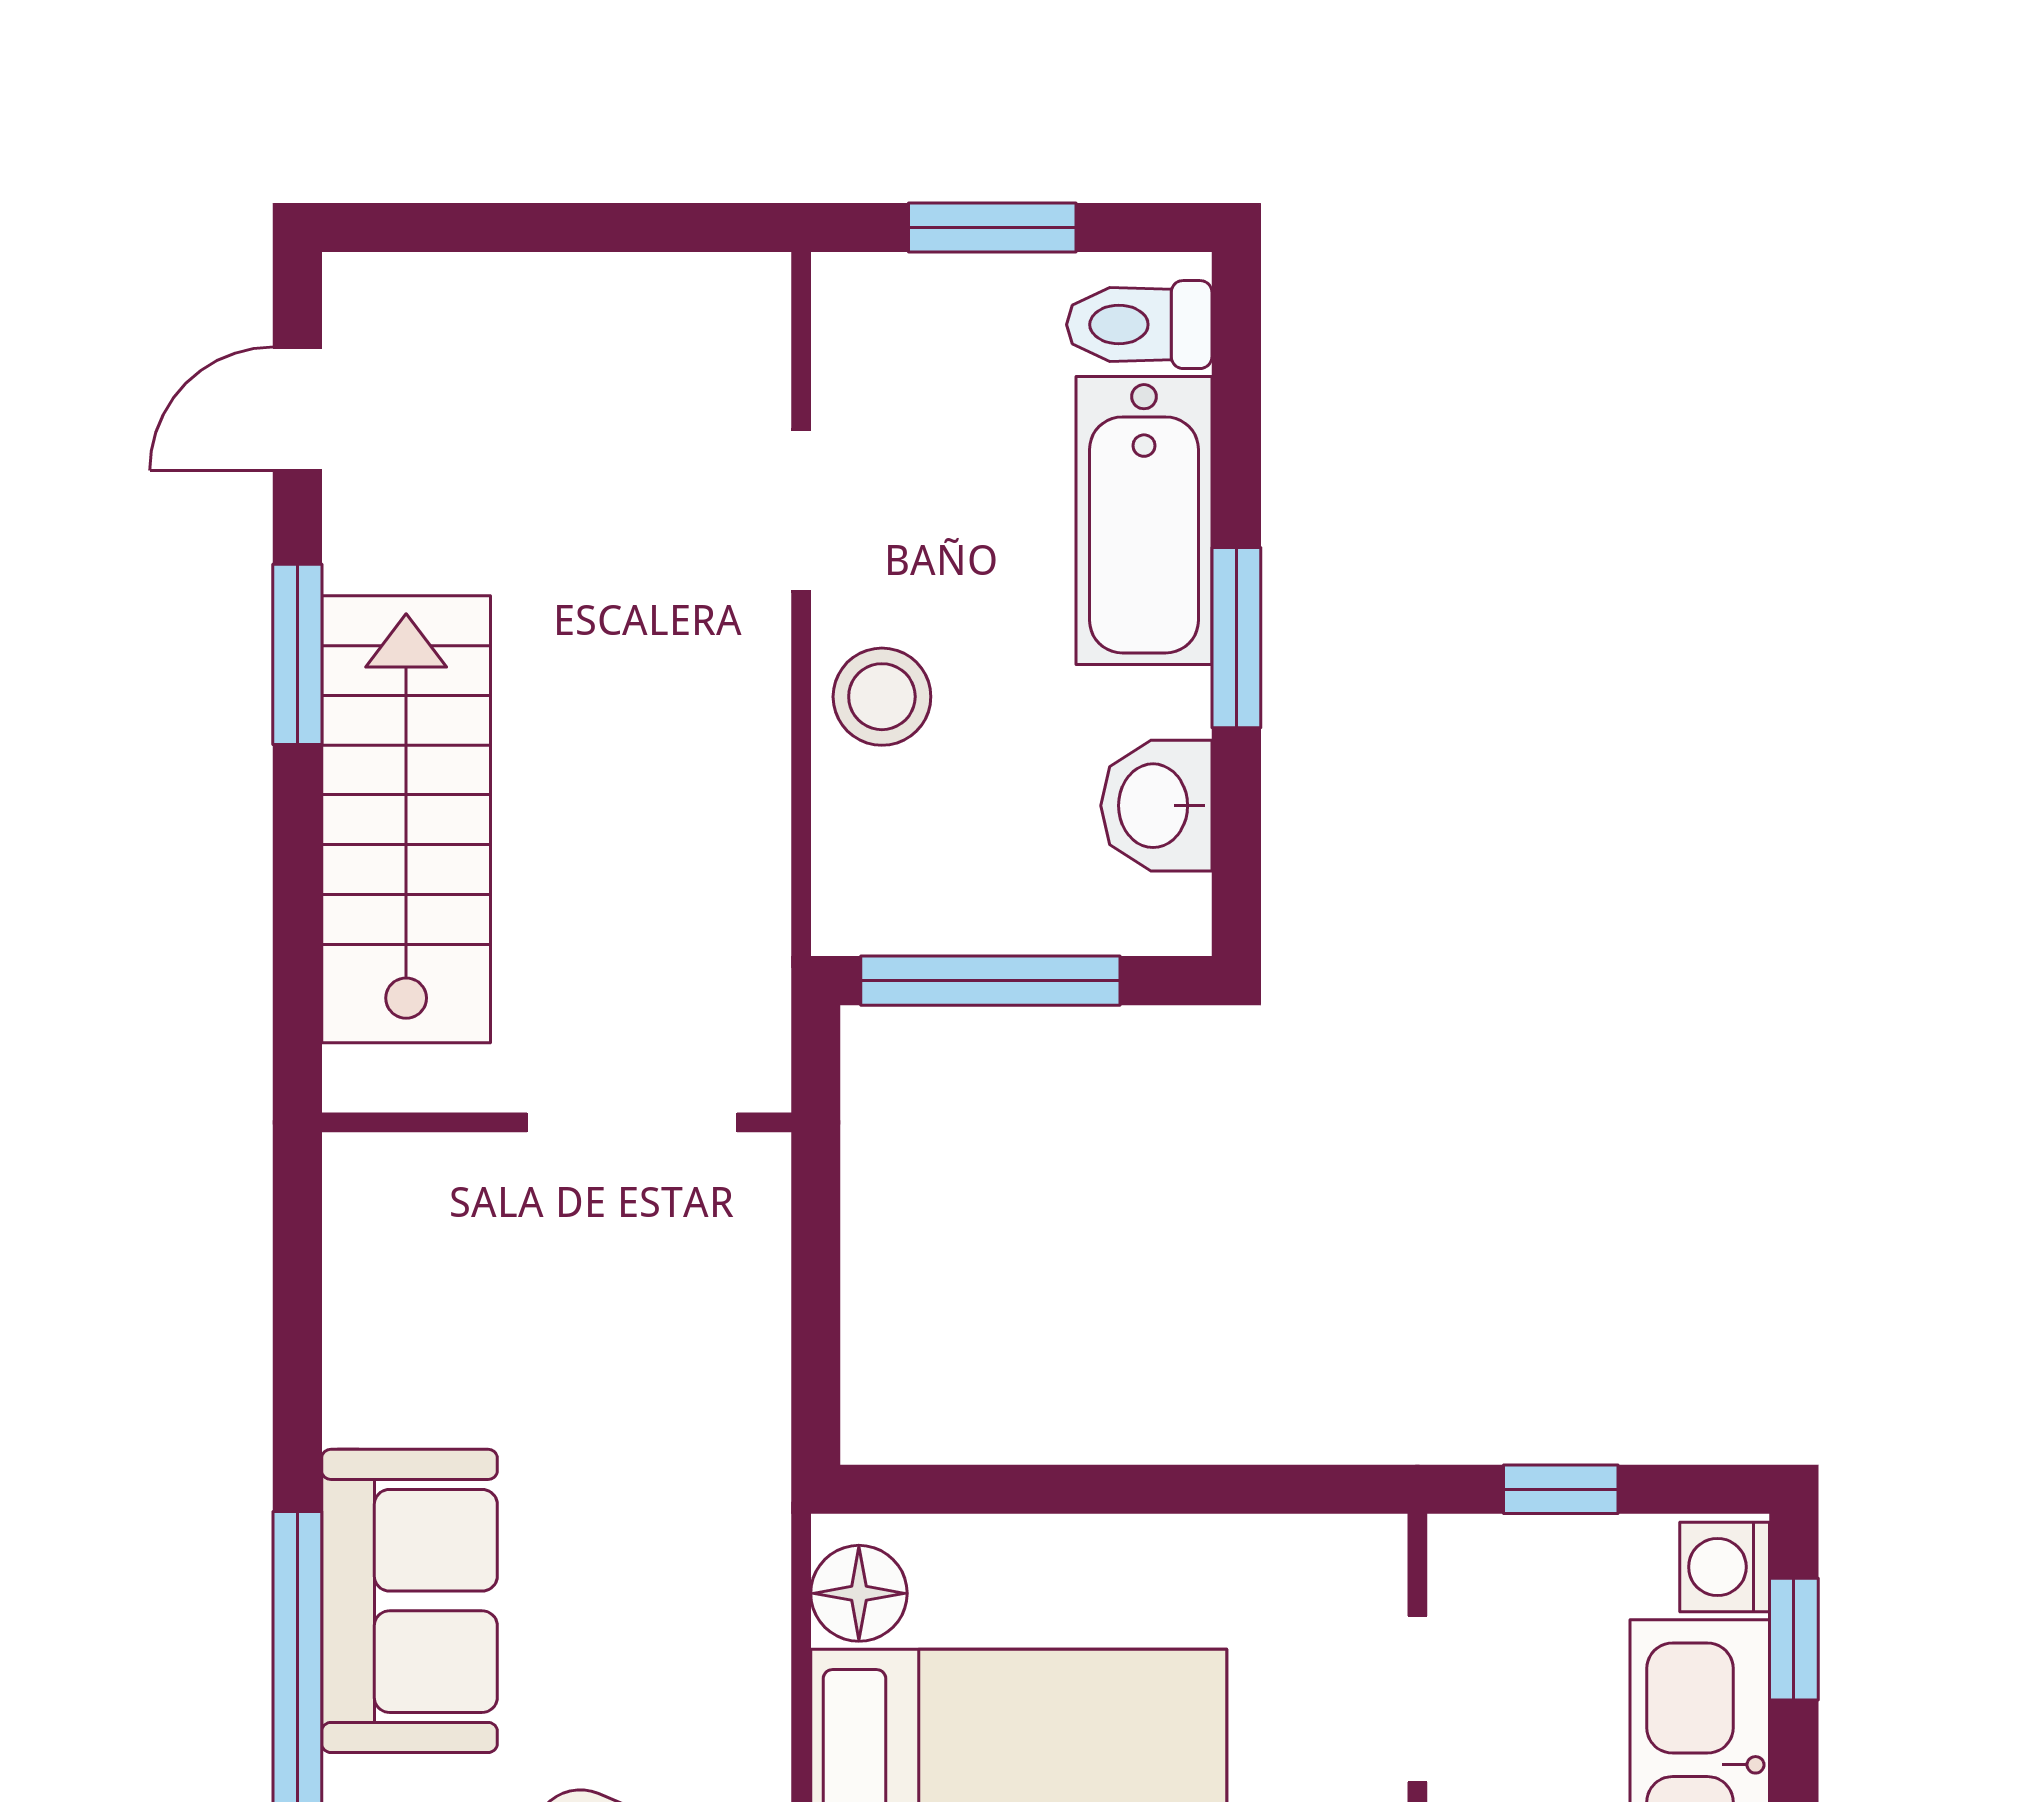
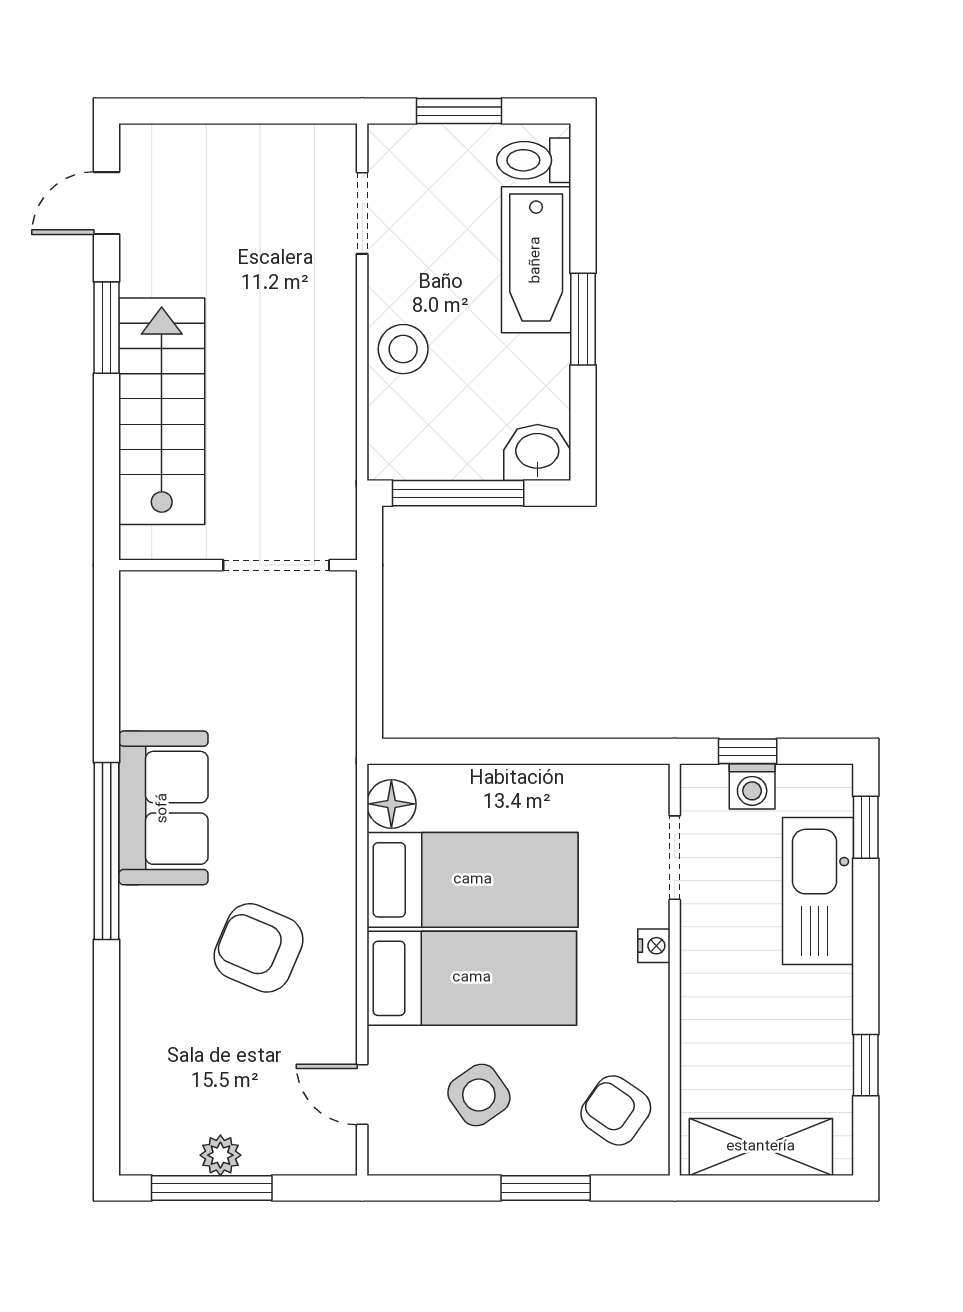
doorway: (801, 511) -> (362, 213), moved
washbasin: (1156, 806) -> (537, 453), moved, turned 90
washing machine: (1725, 1567) -> (752, 786), moved, turned -90

